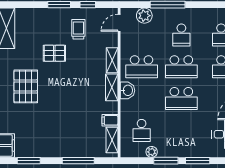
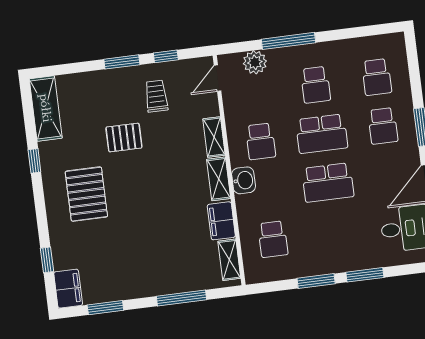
school desk: (142, 67) -> (261, 141), width x0.54
filing cabinet: (110, 120) -> (221, 221), width x2.00
plant: (152, 152) -> (293, 270), removed

